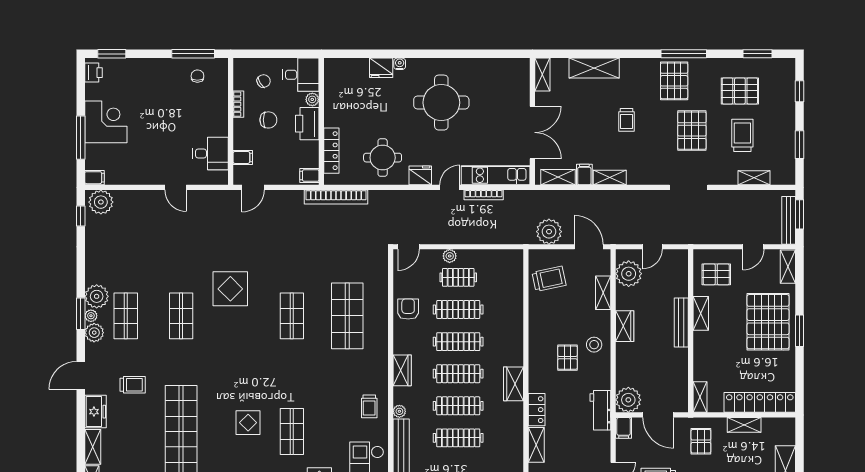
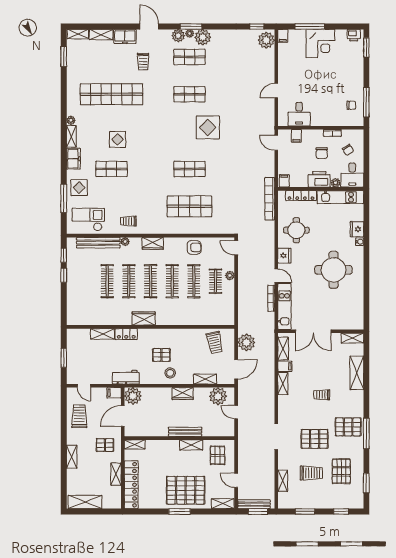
kitchen unit: (334, 92) -> (340, 197), added

